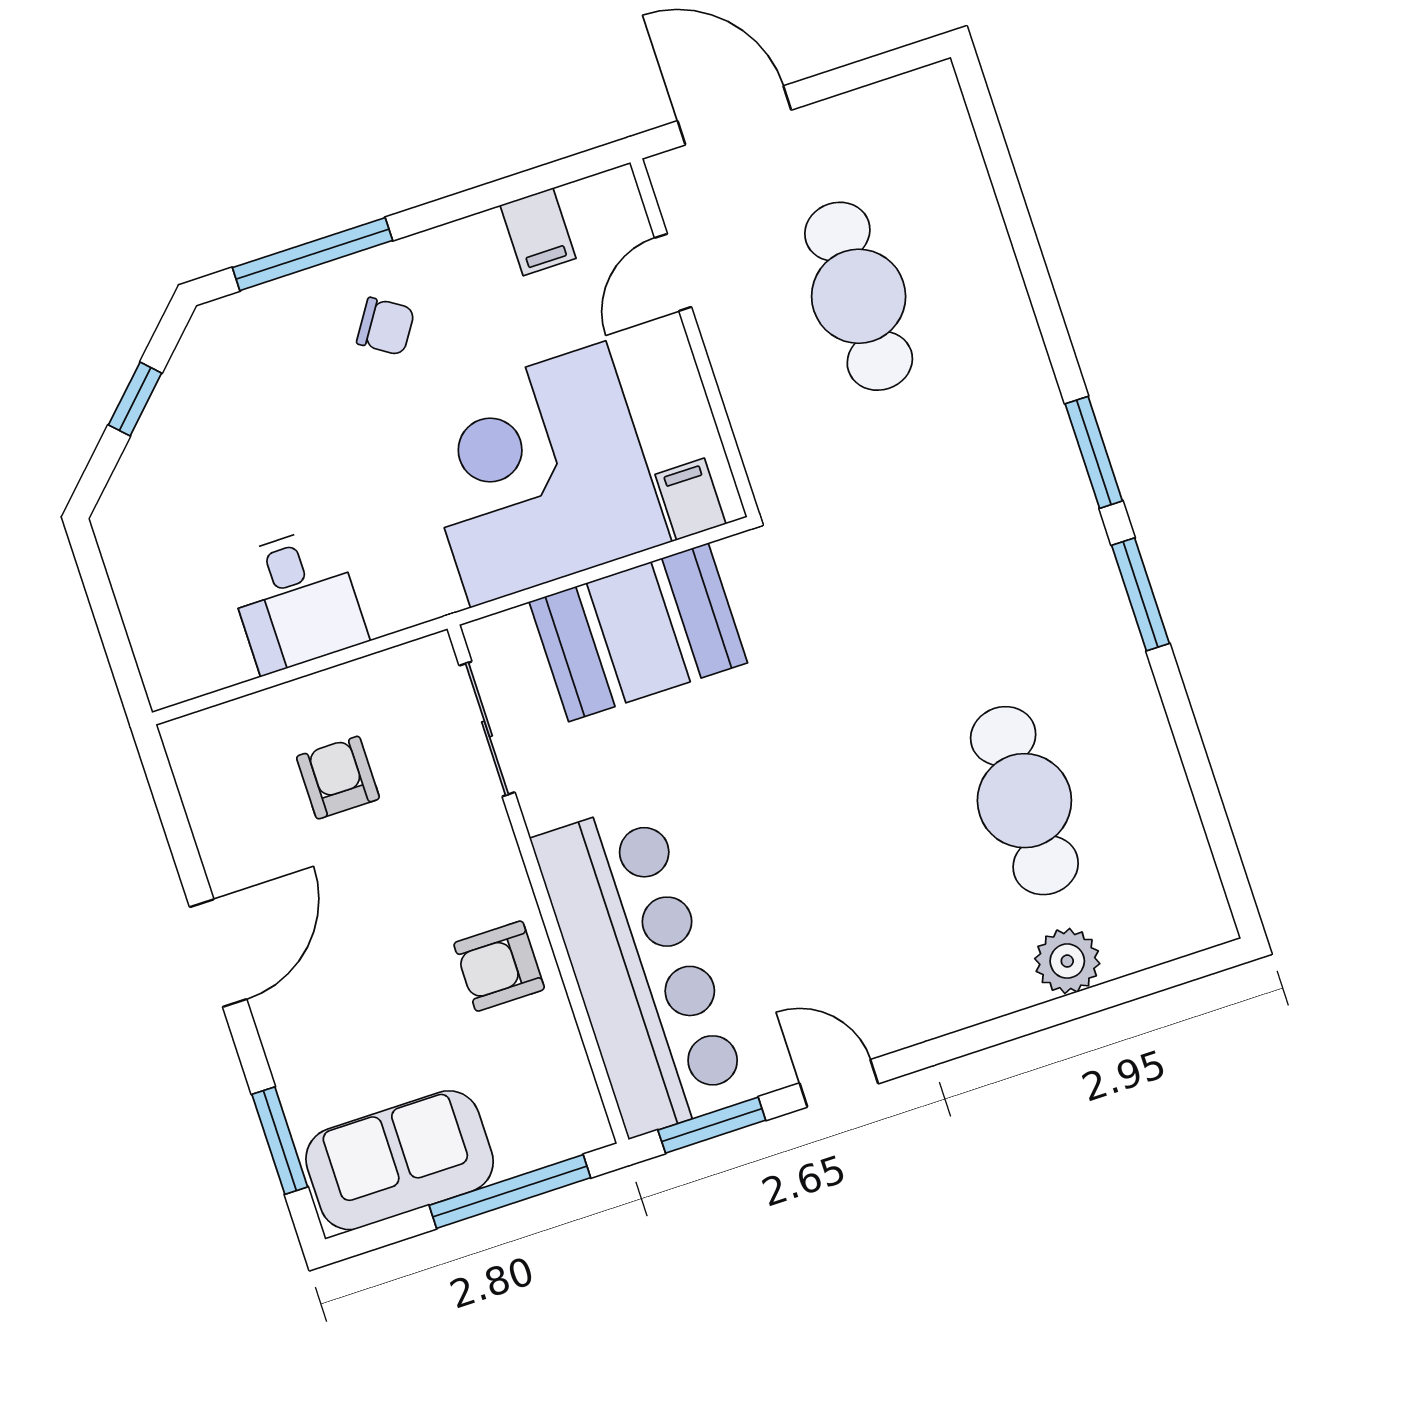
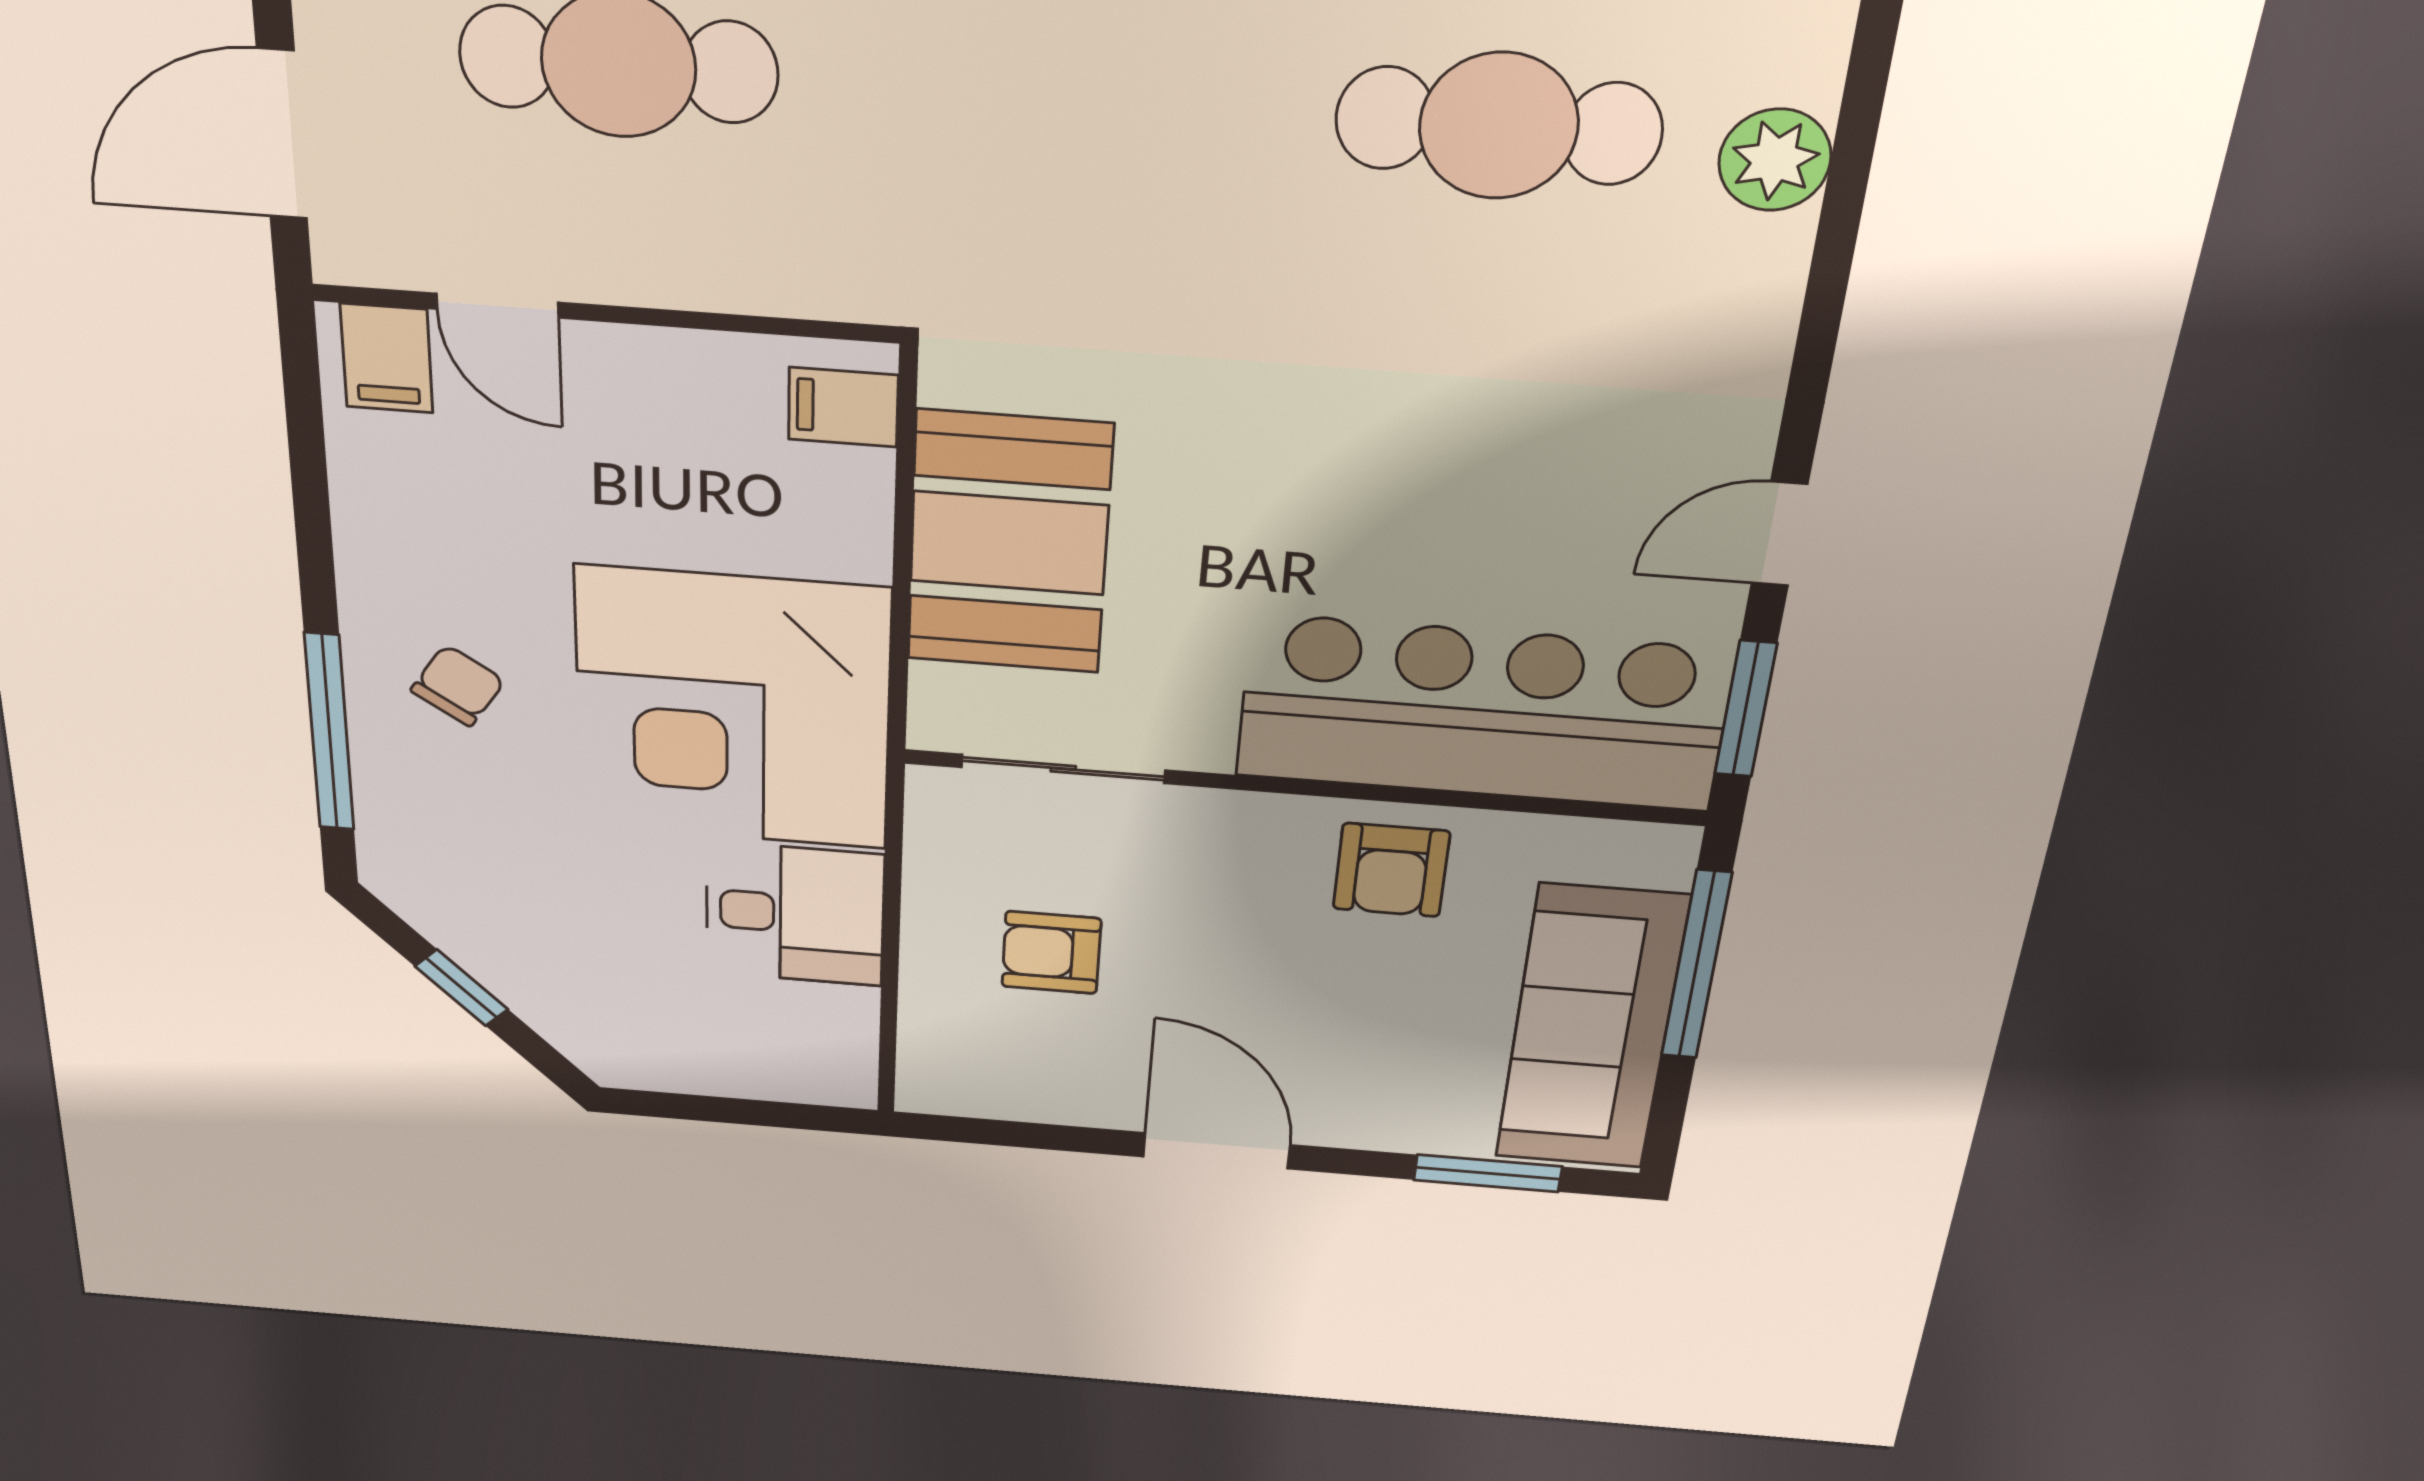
filing cabinet: (538, 232) -> (387, 358), moved, turned 90
corner desk: (538, 474) -> (733, 709), moved
sofa: (400, 1160) -> (1591, 1028), width x1.36

